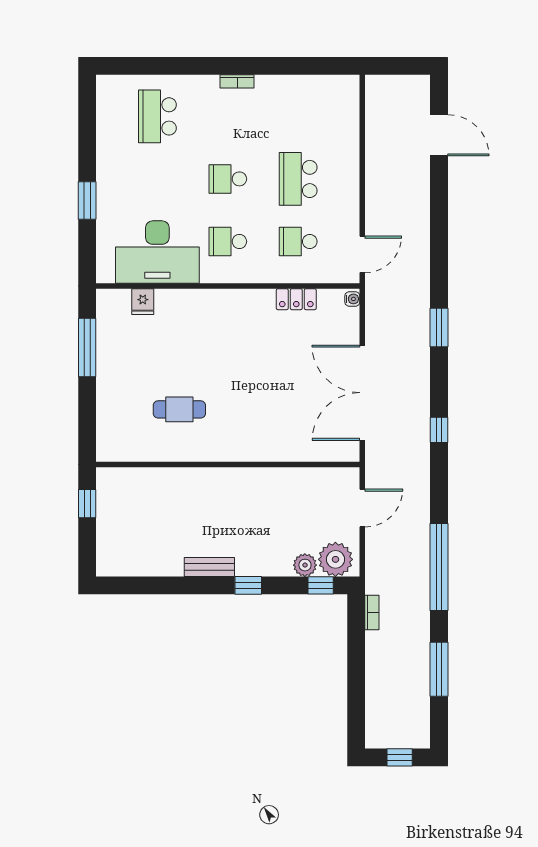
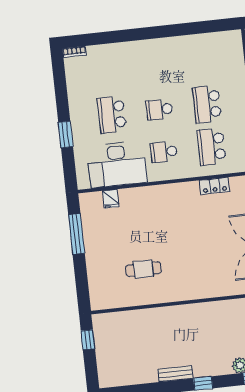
bookcase: (237, 81) -> (74, 52), moved
school desk: (157, 116) -> (112, 115), moved
school desk: (298, 241) -> (212, 147), width x1.85

